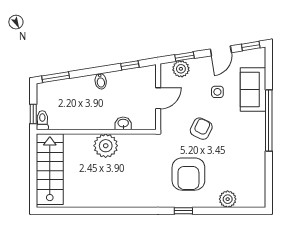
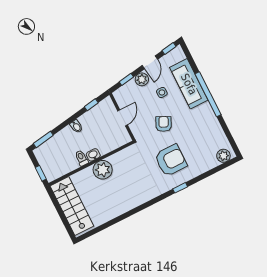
plant: (181, 69) -> (142, 79), moved
sofa: (253, 90) -> (189, 84), width x1.36
toilet: (42, 120) -> (81, 158), moved
washbasin: (123, 123) -> (93, 155), moved
armchair: (188, 174) -> (171, 160), turned -90
plant: (228, 199) -> (223, 156), moved

